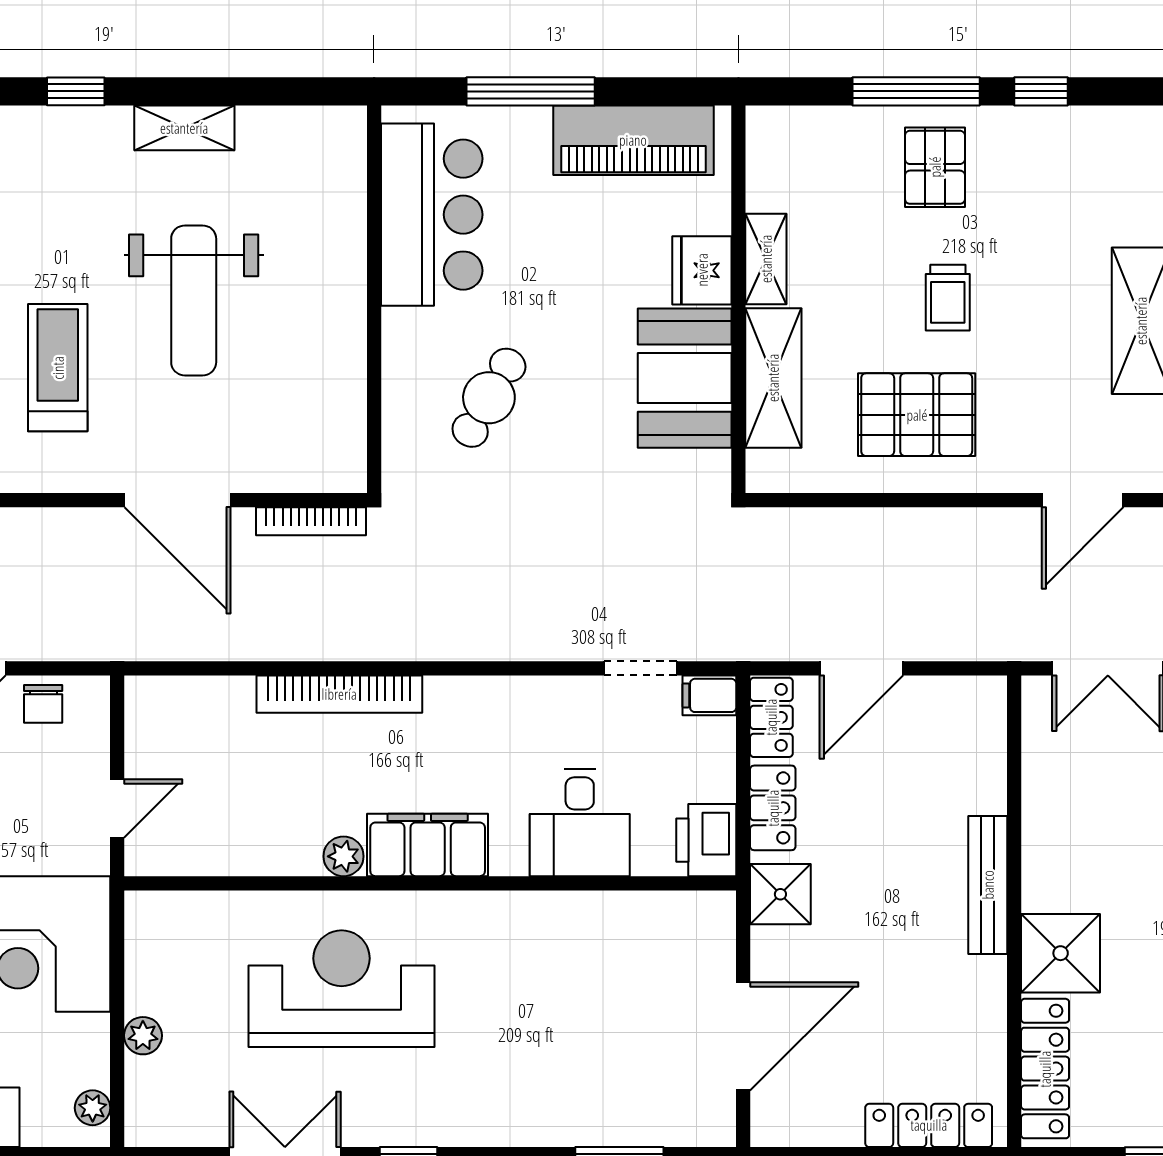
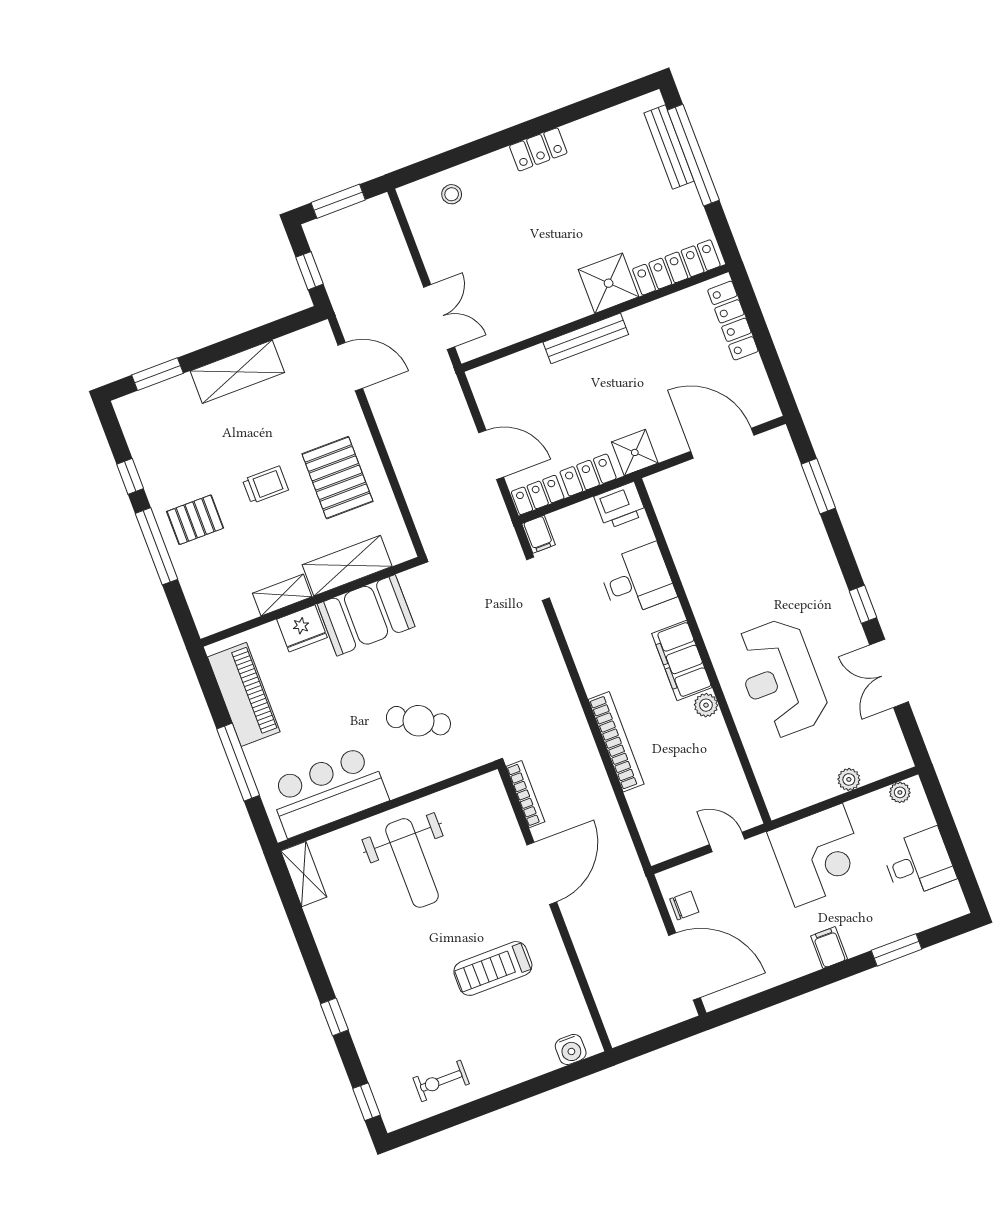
shelving: (184, 128) -> (304, 874), moved
weight bench: (194, 300) -> (412, 863), moved, turned 90

